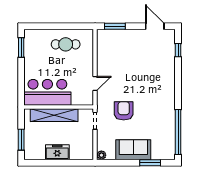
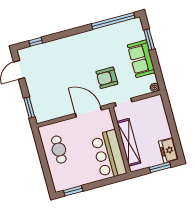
door: (95, 83) -> (88, 112), width x1.88
freezer: (57, 152) -> (168, 150), moved

